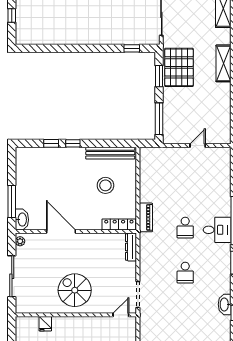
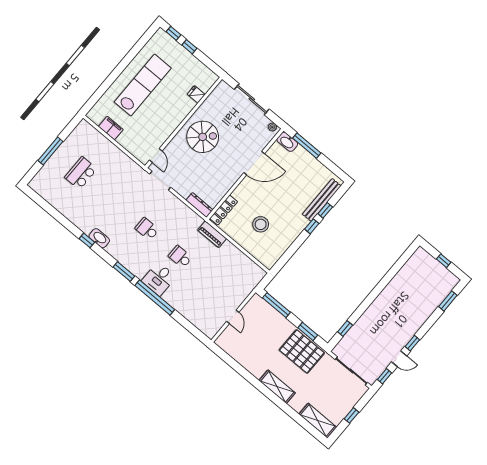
bench: (110, 153) -> (322, 200), moved

